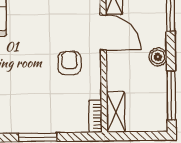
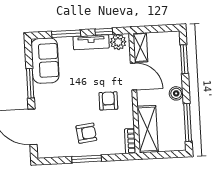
armchair: (39, 104) -> (86, 133), added
shelving: (116, 112) -> (148, 129), width x1.50, depth x1.33

